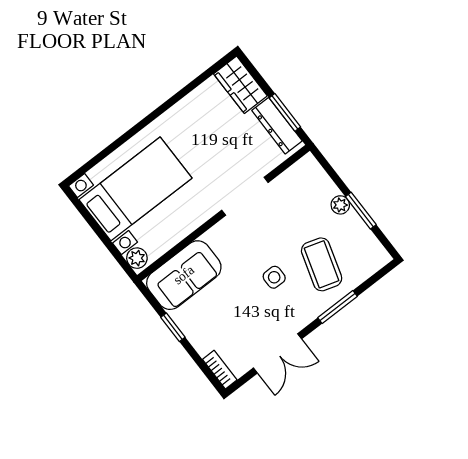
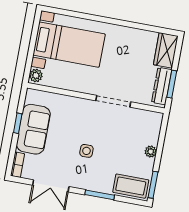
window: (361, 211) -> (153, 185), moved
coffee table: (322, 264) -> (131, 186), moved, turned 73
sofa: (184, 275) -> (33, 129), moved, turned -90

